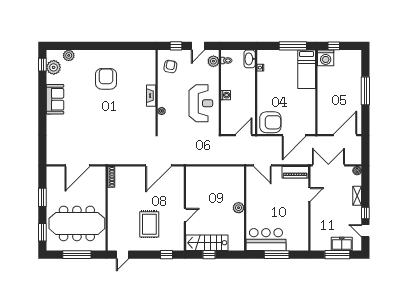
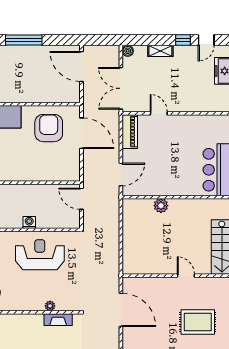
fireplace: (151, 96) -> (58, 320), moved
armchair: (270, 122) -> (49, 128), moved
plant: (239, 208) -> (161, 206), moved

